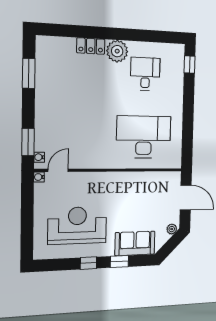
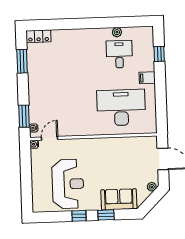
locker: (91, 46) -> (38, 36), moved
plant: (117, 51) -> (117, 32), moved, width x0.53, depth x0.53
window: (190, 65) -> (159, 54), moved
filing cabinet: (175, 104) -> (147, 78), added
reception desk: (77, 225) -> (68, 184), turned 90

